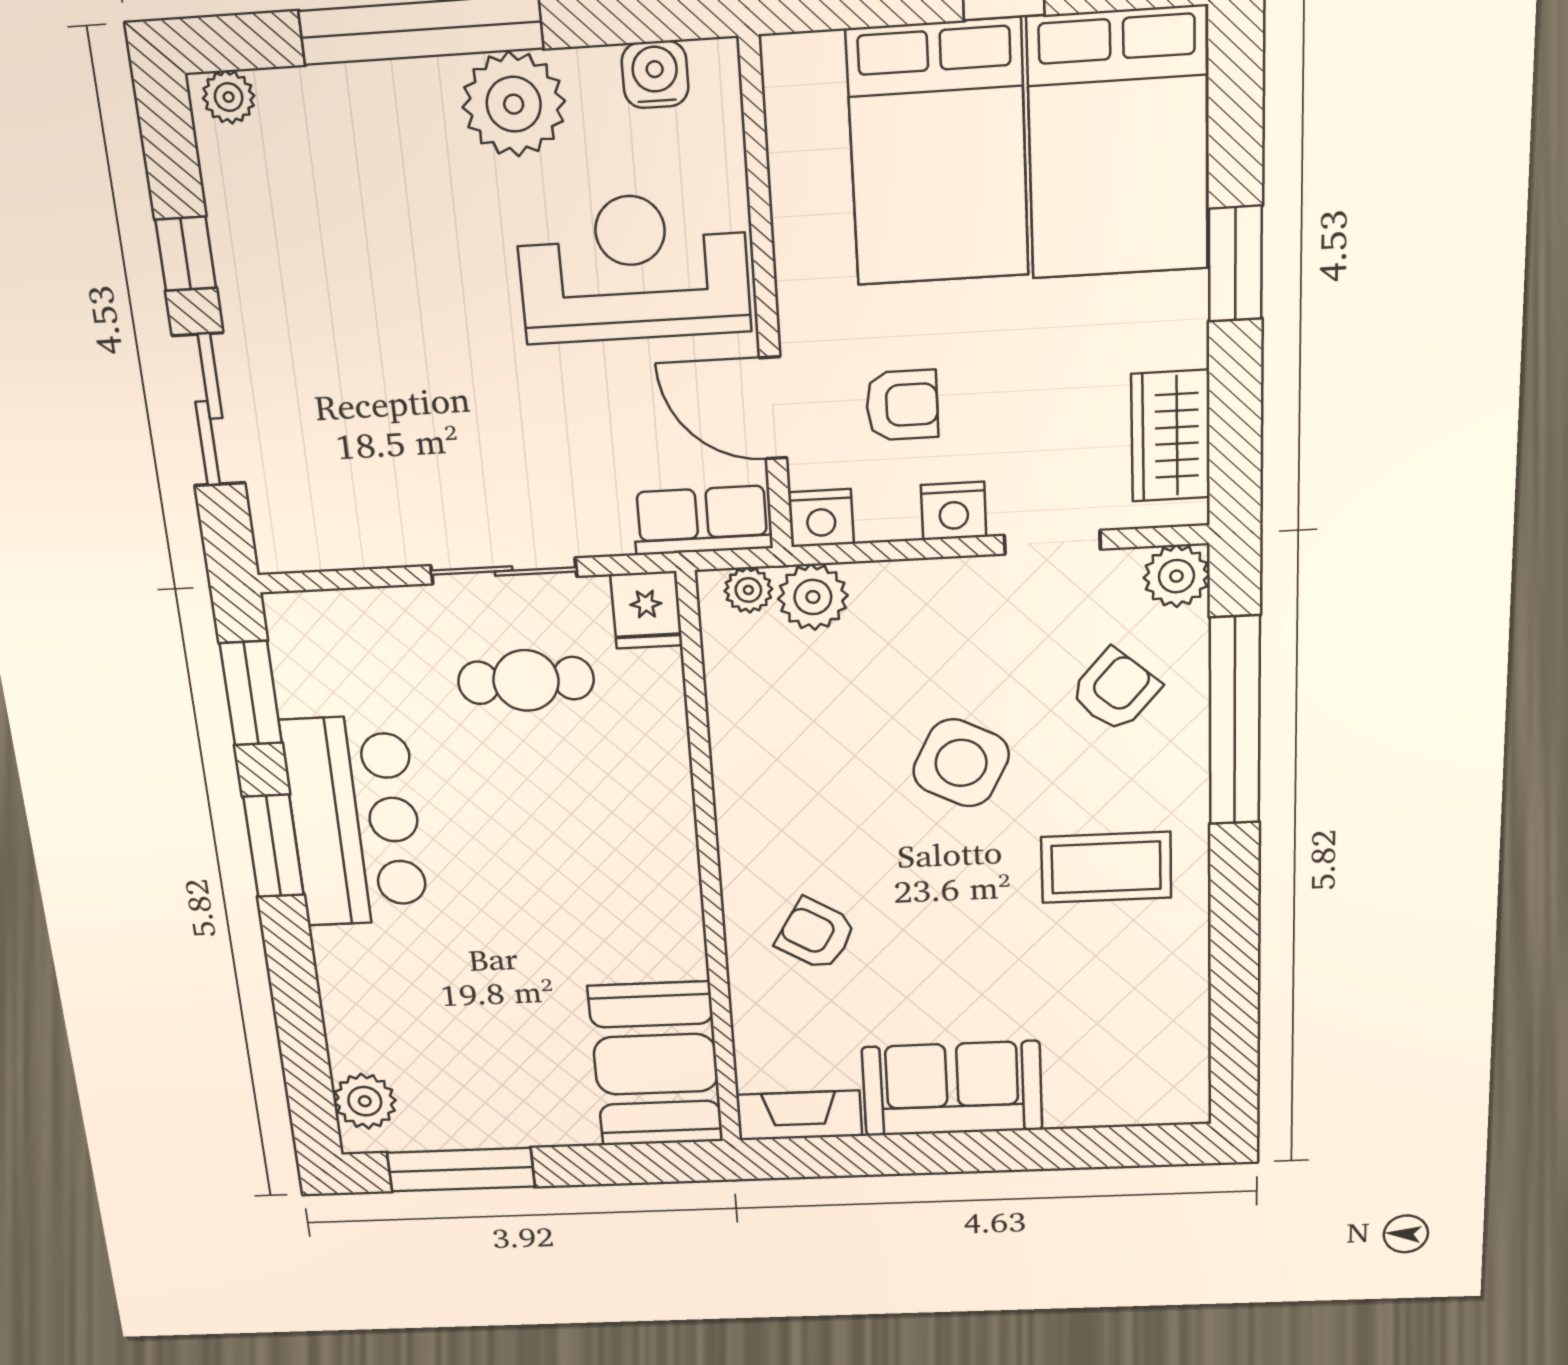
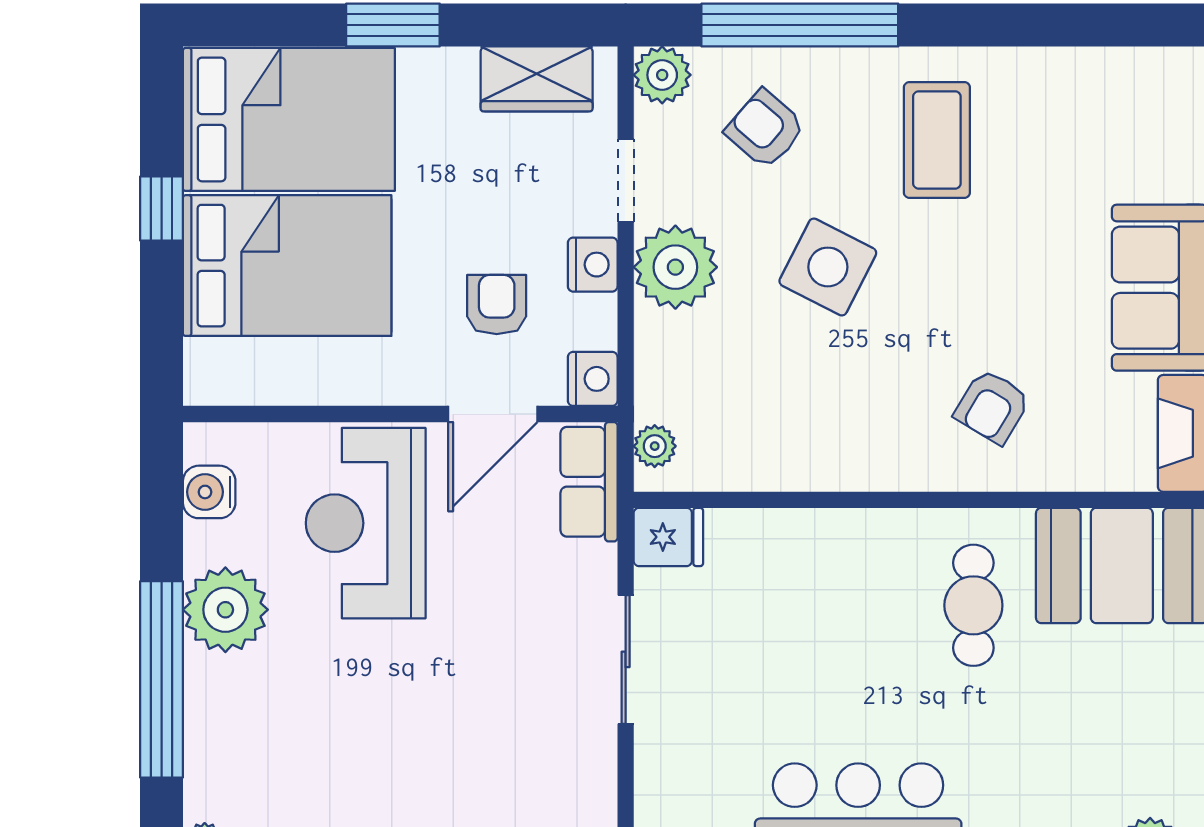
plant: (813, 597) -> (675, 267), moved, width x1.36, depth x1.36
cafe table: (526, 680) -> (973, 605), moved

